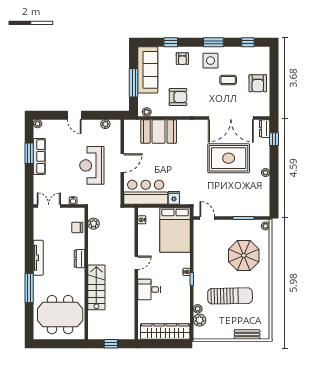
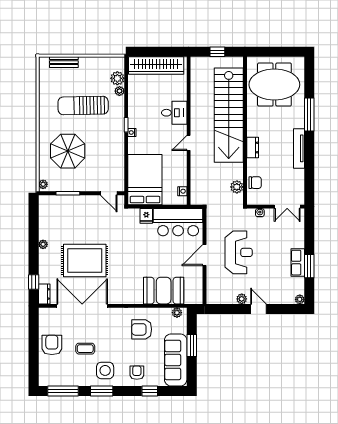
window: (248, 42) -> (63, 391), width x2.17
window: (134, 83) -> (192, 345), width x0.69
plant: (105, 124) -> (242, 299), moved
row of seats: (39, 156) -> (298, 263), width x0.68
stairs: (96, 287) -> (229, 115), width x1.86, depth x1.51

